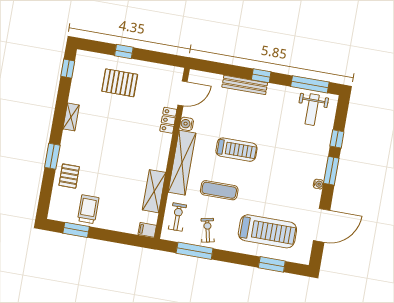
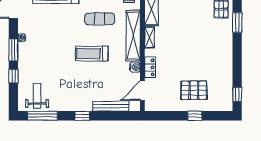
bench: (245, 85) -> (111, 106), moved
shelving: (71, 117) -> (149, 37), moved

